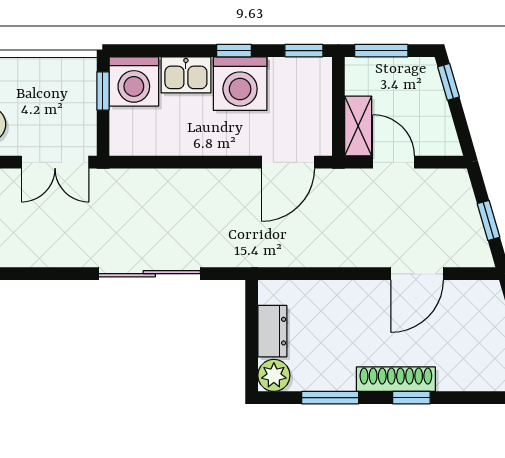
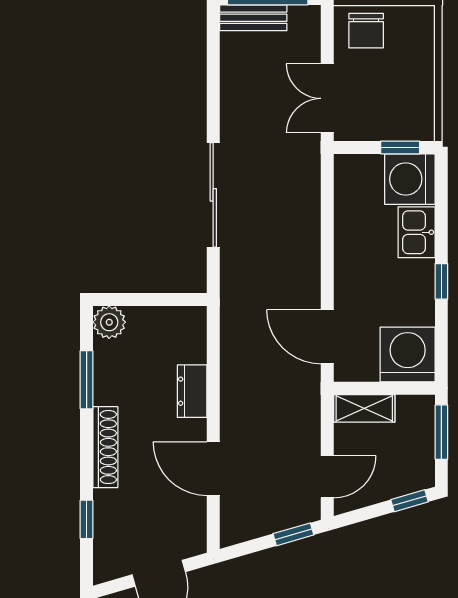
window: (304, 51) -> (441, 353), removed
washing machine: (240, 84) -> (408, 354), moved, turned 90
door: (394, 162) -> (327, 477), moved
window: (489, 220) -> (293, 534), moved
dresser: (272, 331) -> (192, 391), moved, turned 90
window: (411, 398) -> (87, 519), moved

